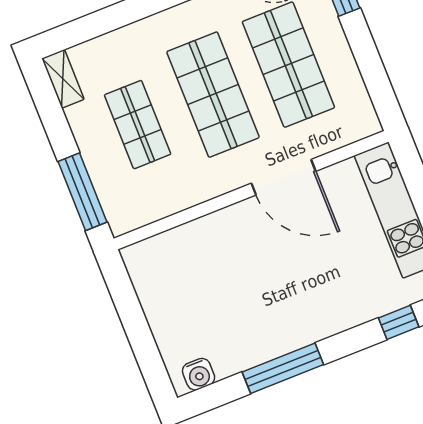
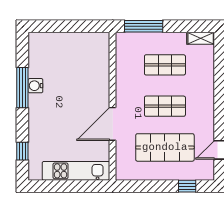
shop shelf: (213, 95) -> (165, 106), width x0.70, depth x0.74
water cooler: (199, 374) -> (35, 86), moved

